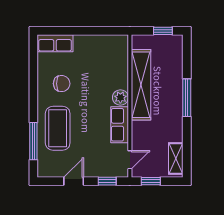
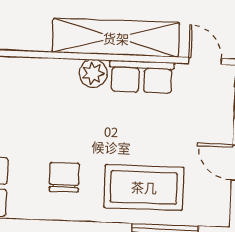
shelving: (141, 85) -> (116, 38), moved

